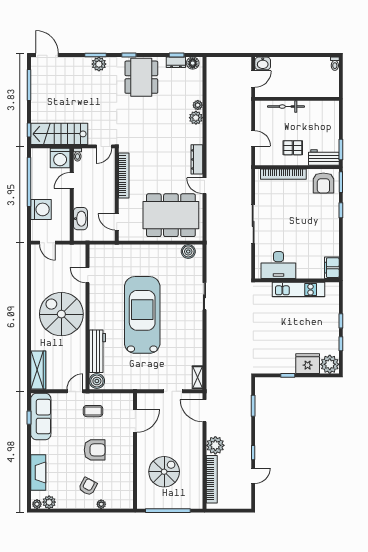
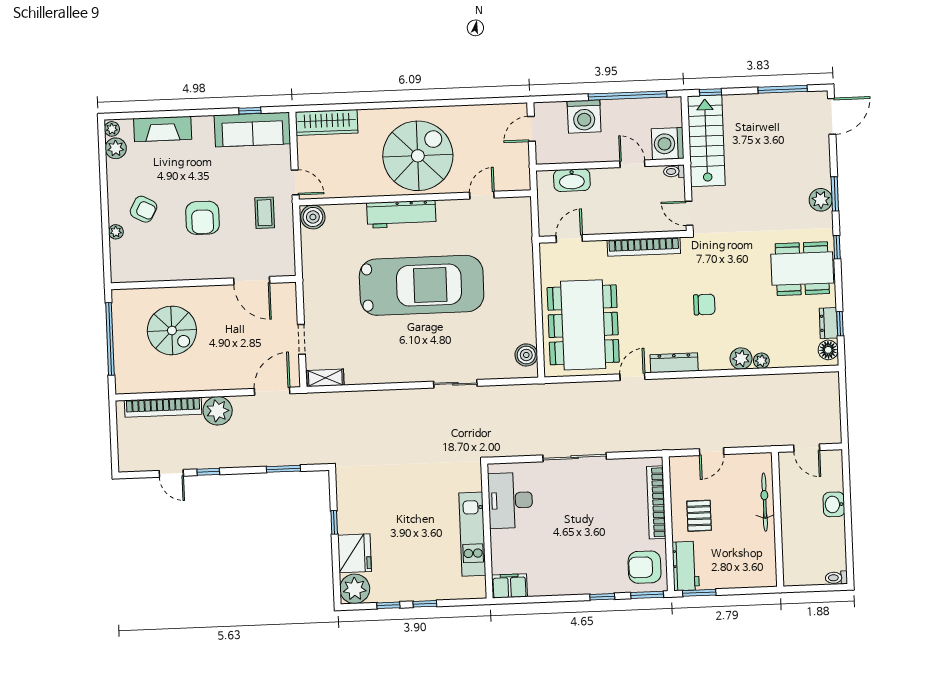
washbasin: (263, 63) -> (834, 504), moved
chair: (161, 139) -> (704, 305), added
workbench: (97, 351) -> (401, 214), moved

